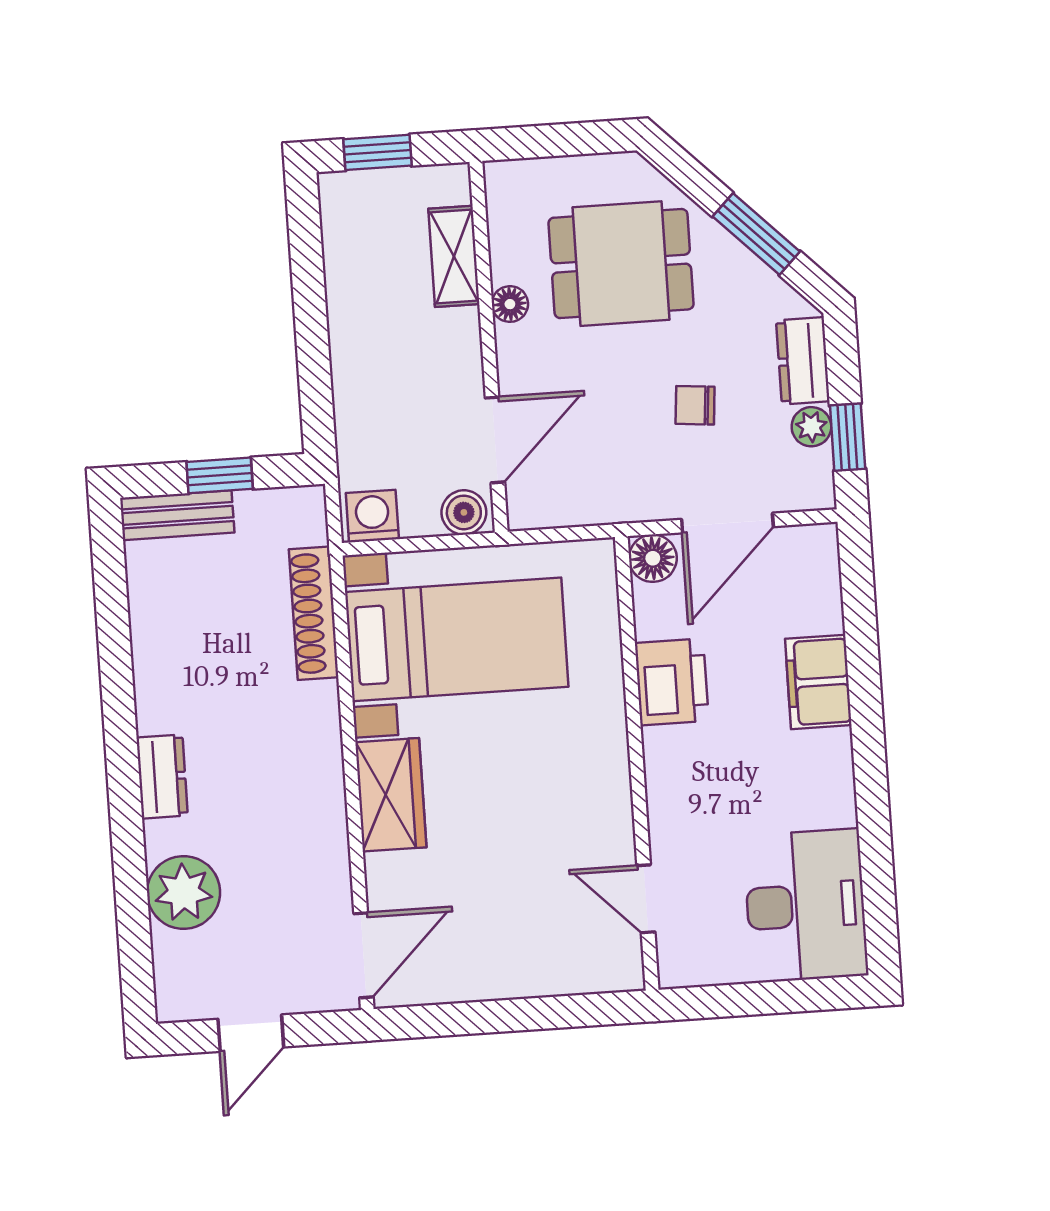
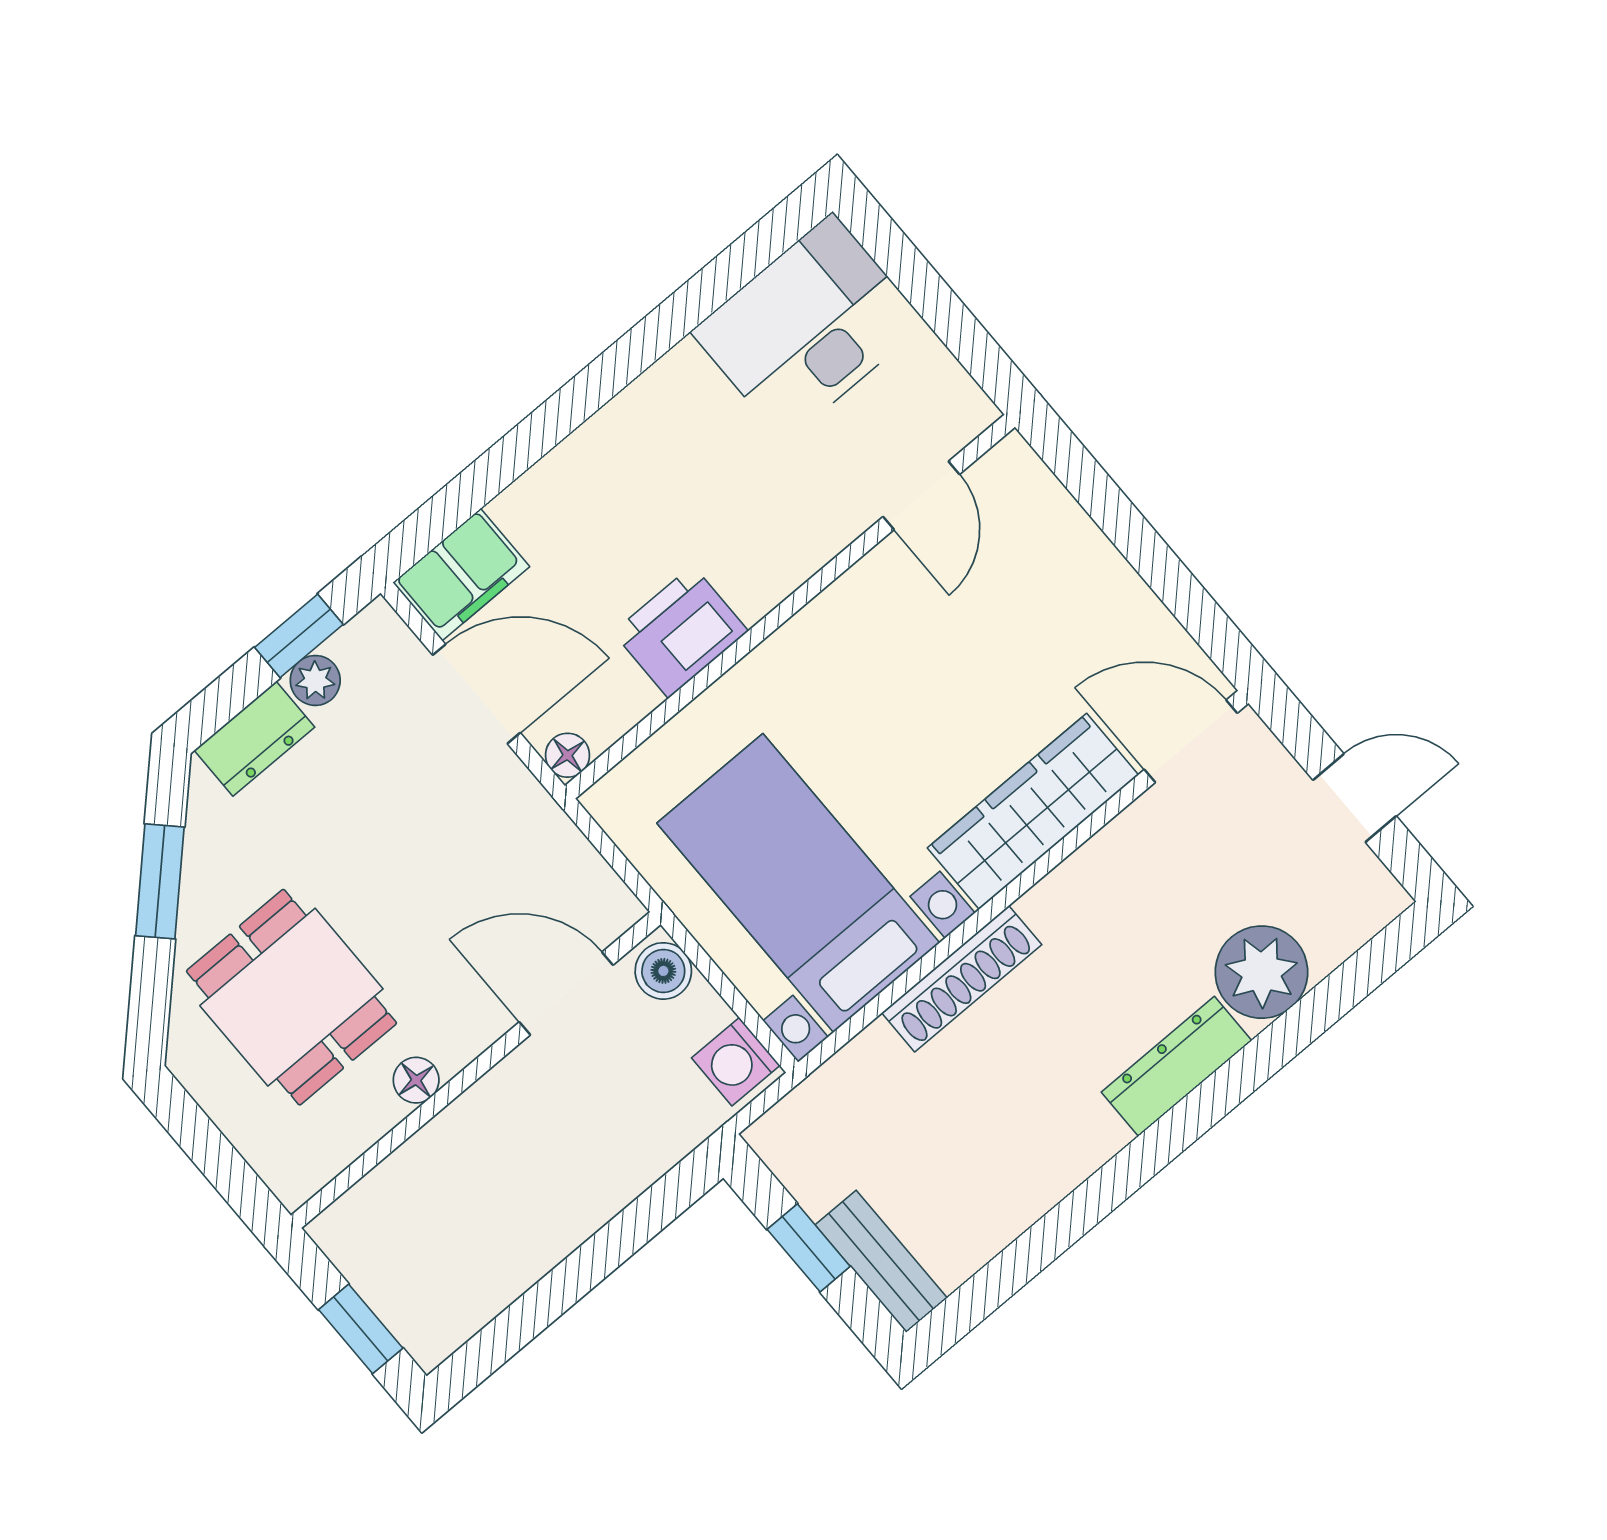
shelving: (454, 256) -> (410, 1173), removed
chair: (695, 405) -> (381, 815), removed
floor lamp: (653, 558) -> (567, 755), width x0.73, depth x0.73
shoe rack: (314, 613) -> (962, 979), moved
filing cabinet: (818, 682) -> (461, 575), moved
dresser: (162, 777) -> (1176, 1066), width x1.44
wardrobe: (391, 795) -> (1033, 811), width x1.50

